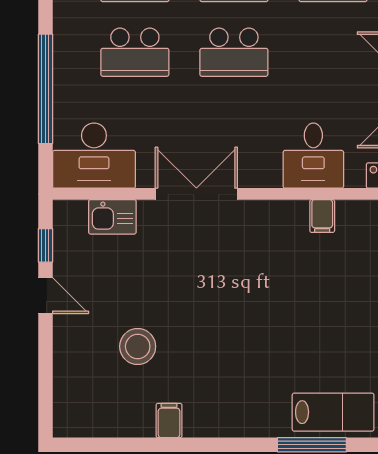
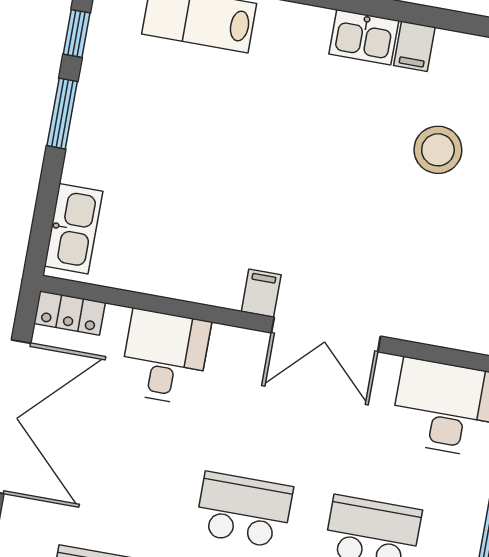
filing cabinet: (322, 216) -> (261, 293), moved
kitchen sink: (112, 217) -> (364, 37), moved, turned 180

